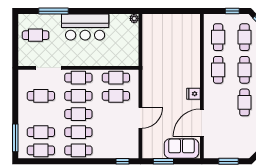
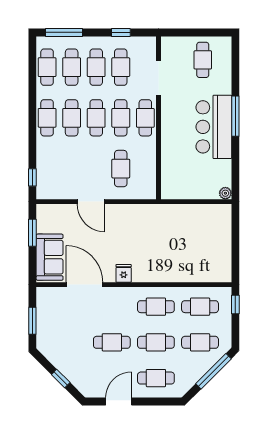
window: (53, 11) -> (235, 116), moved
window: (232, 11) -> (235, 305), moved
cafe table: (116, 78) -> (96, 67), moved
window: (15, 96) -> (121, 32), added

